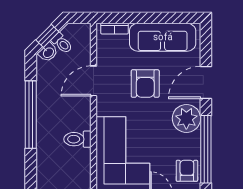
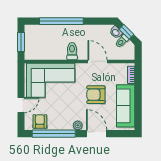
window: (31, 115) -> (61, 21), moved
plant: (186, 118) -> (78, 125), width x0.53, depth x0.53
toilet: (77, 139) -> (72, 51), moved
armchair: (187, 171) -> (40, 121), turned -90

